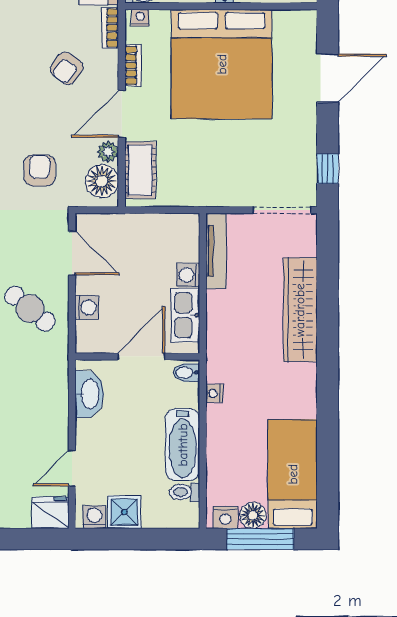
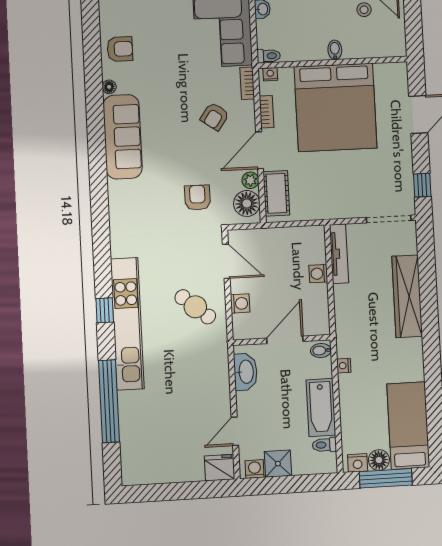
kitchen sink: (185, 315) -> (318, 305), removed

